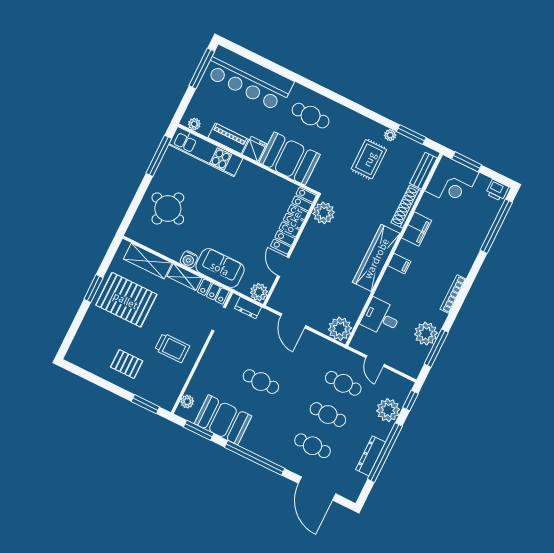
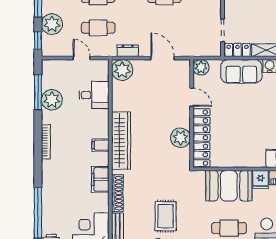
plant: (324, 213) -> (180, 138), moved
dresser: (248, 308) -> (128, 51), moved

